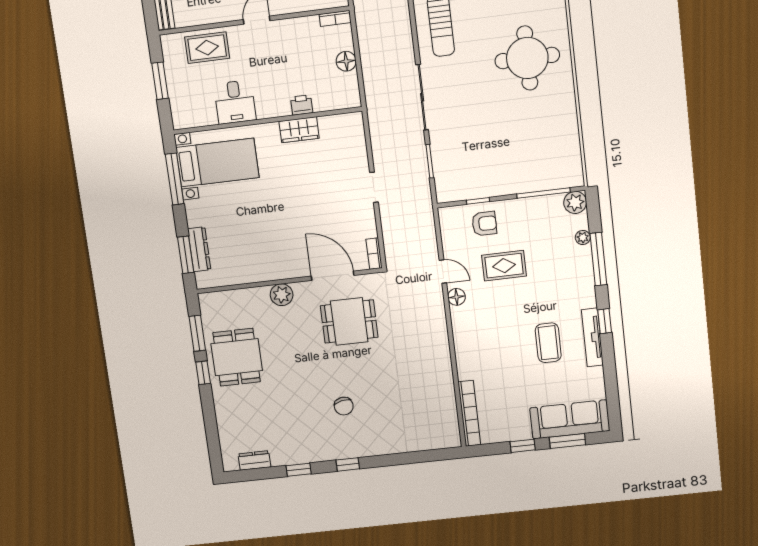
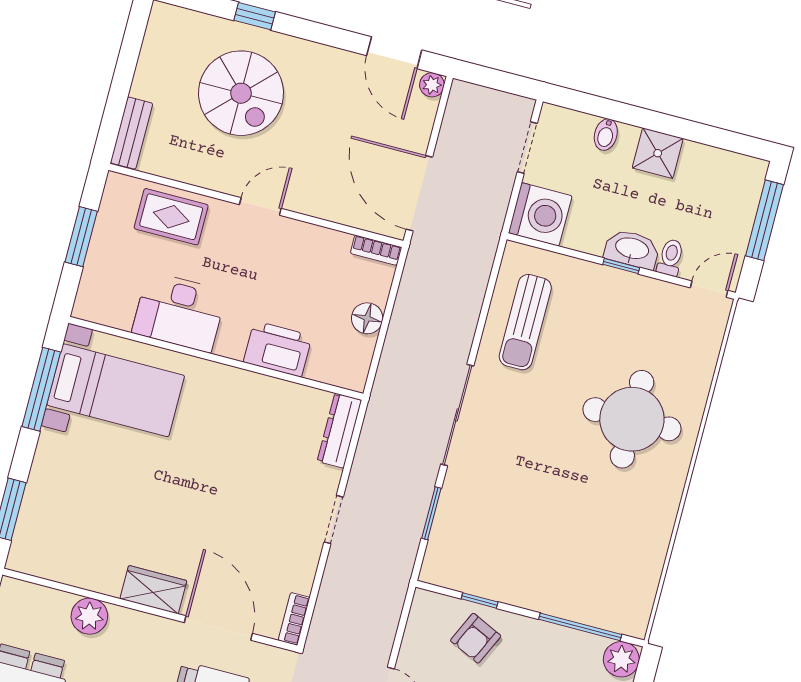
desk: (235, 102) -> (179, 312), width x1.37
printer: (302, 105) -> (278, 349), width x1.87, depth x1.48
wardrobe: (299, 130) -> (153, 590), moved, turned 180
armchair: (484, 224) -> (476, 638), turned 115
dresser: (199, 249) -> (339, 431), moved, turned 180
plant: (282, 295) -> (89, 616), moved

